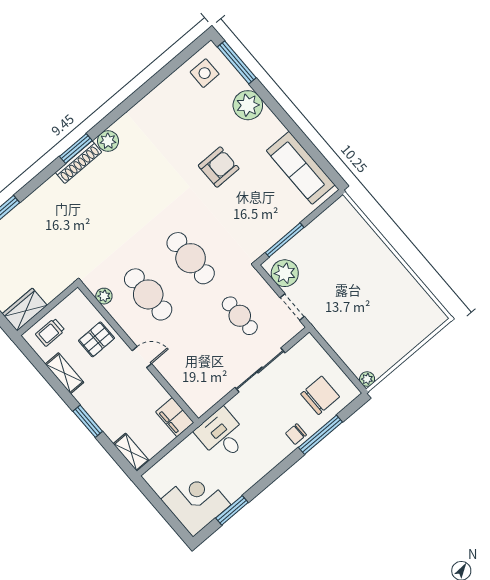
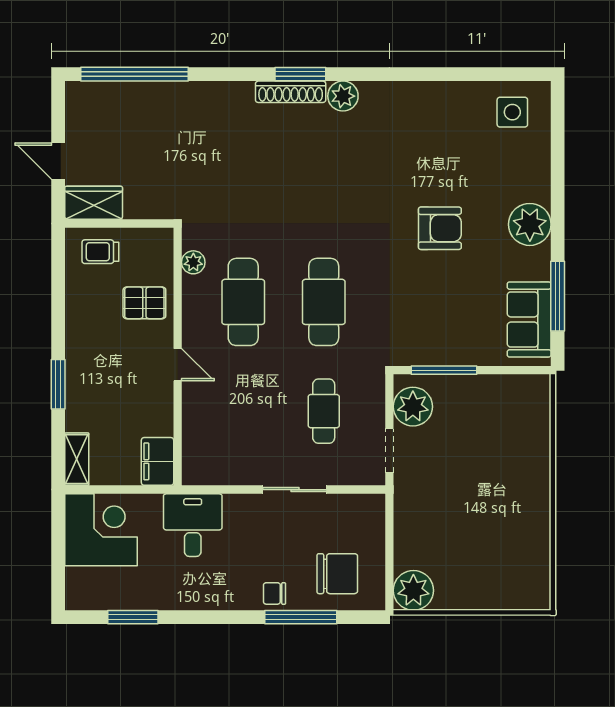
window: (237, 62) -> (558, 296), moved
plant: (248, 105) -> (530, 224), moved
sofa: (301, 168) -> (529, 319), width x0.73
sliding door: (260, 370) -> (295, 490), width x0.73
shelving: (64, 373) -> (78, 310), removed
plant: (367, 379) -> (413, 590), width x1.87, depth x1.87
corner desk: (196, 502) -> (101, 530), moved

